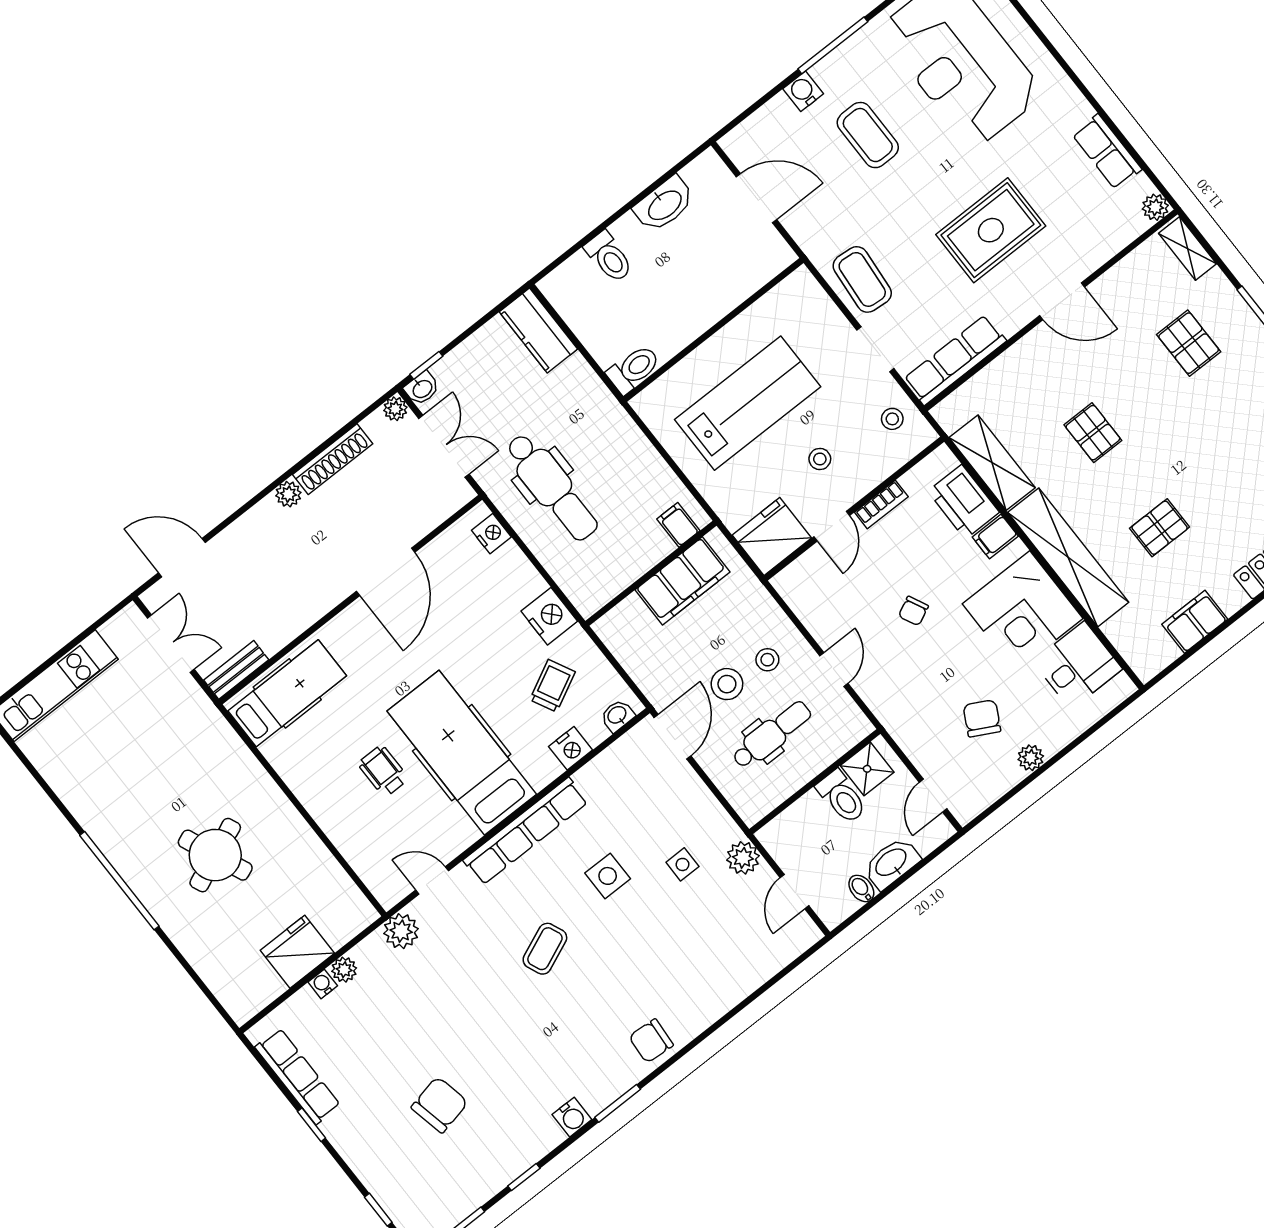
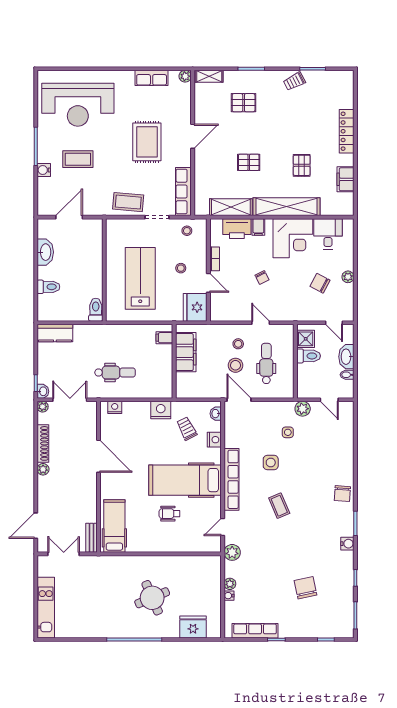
dental chair: (552, 487) -> (115, 373), width x0.73, depth x0.72
fridge: (297, 952) -> (193, 627), moved, turned 90

